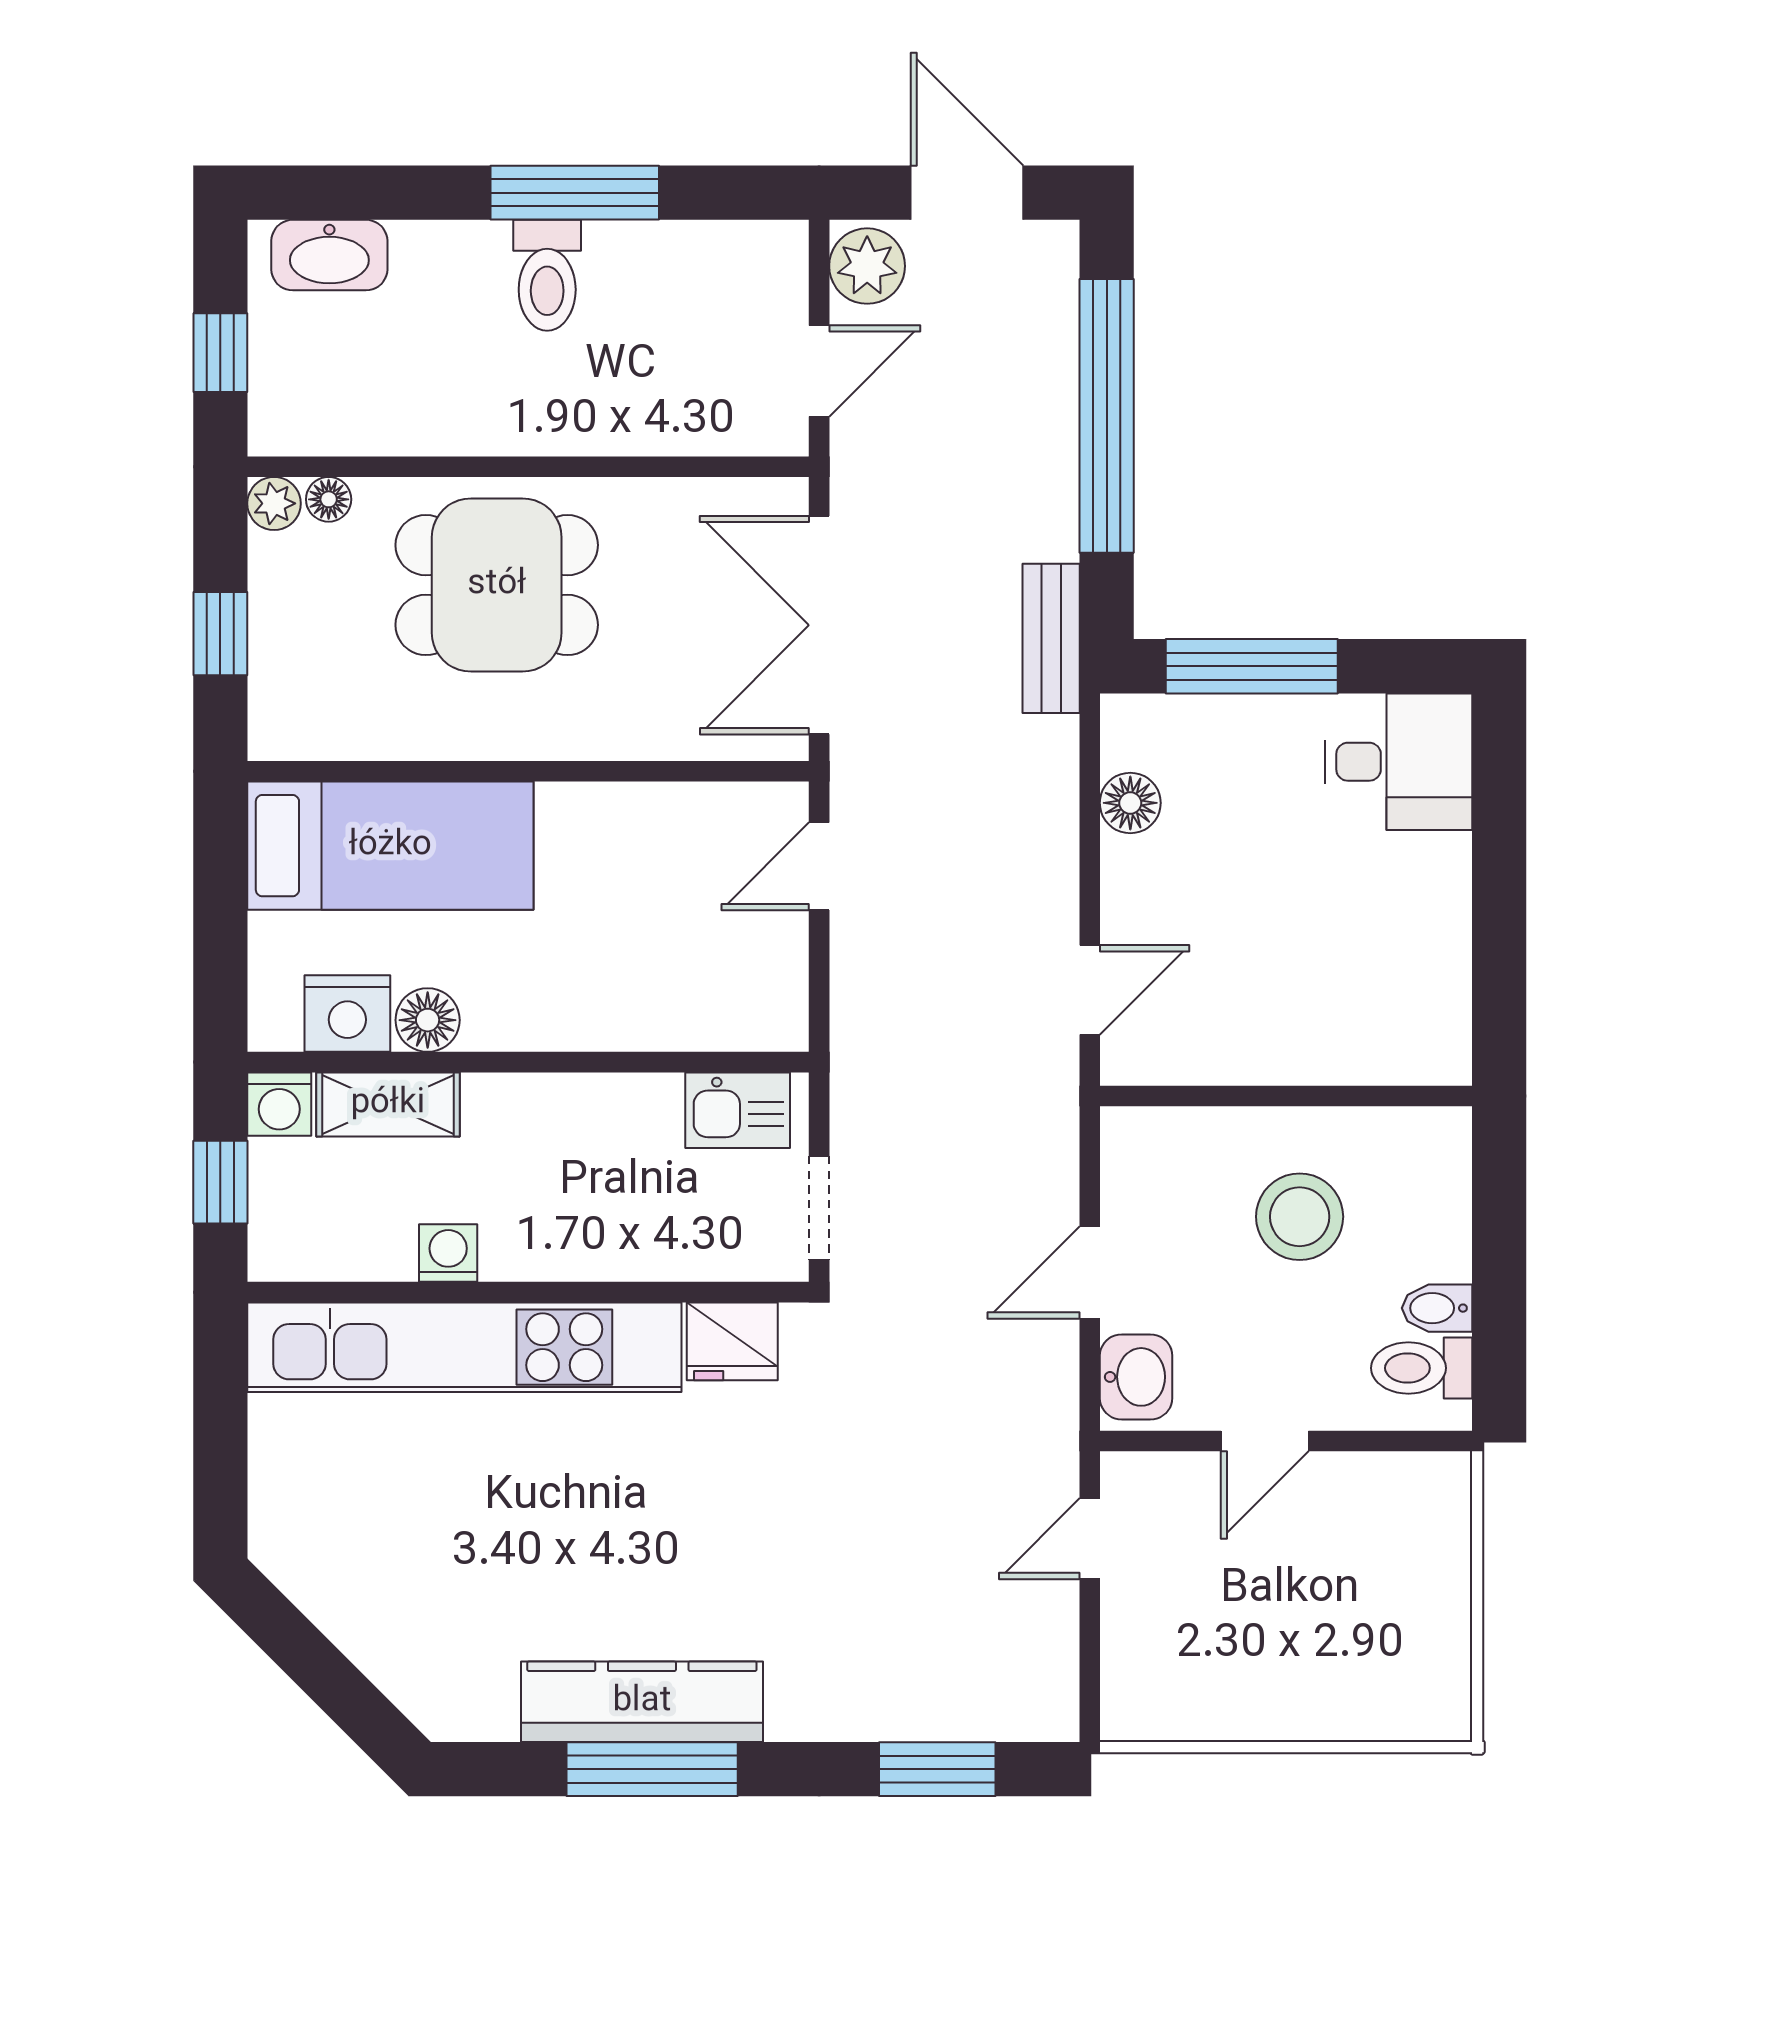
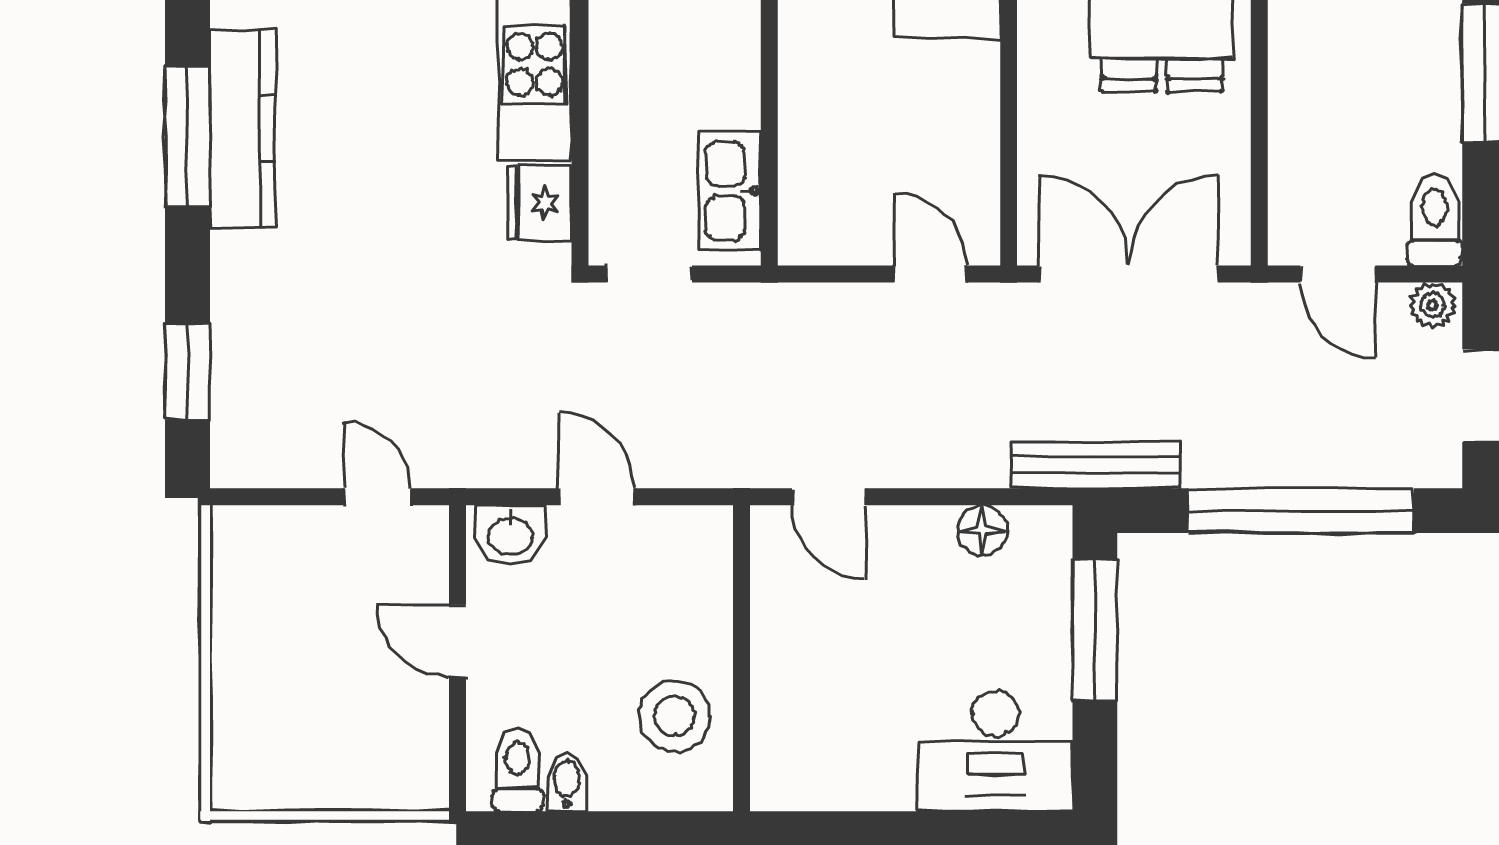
plant: (867, 266) -> (1433, 305), width x0.73, depth x0.73
toilet: (547, 275) -> (1435, 220), moved, turned 90
bench: (1051, 638) -> (1096, 465), width x1.36
desk: (1398, 762) -> (995, 751), width x1.37
kitchen sink: (738, 1110) -> (730, 191), width x1.38
stool: (1300, 1217) -> (675, 716), moved

